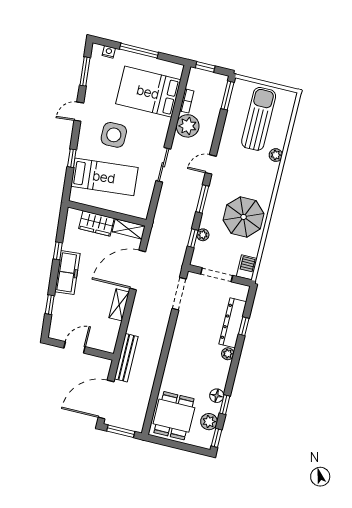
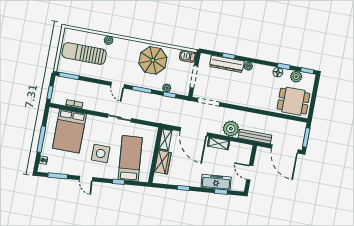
plant: (188, 126) -> (231, 129), moved
freezer: (67, 273) -> (216, 182), moved

